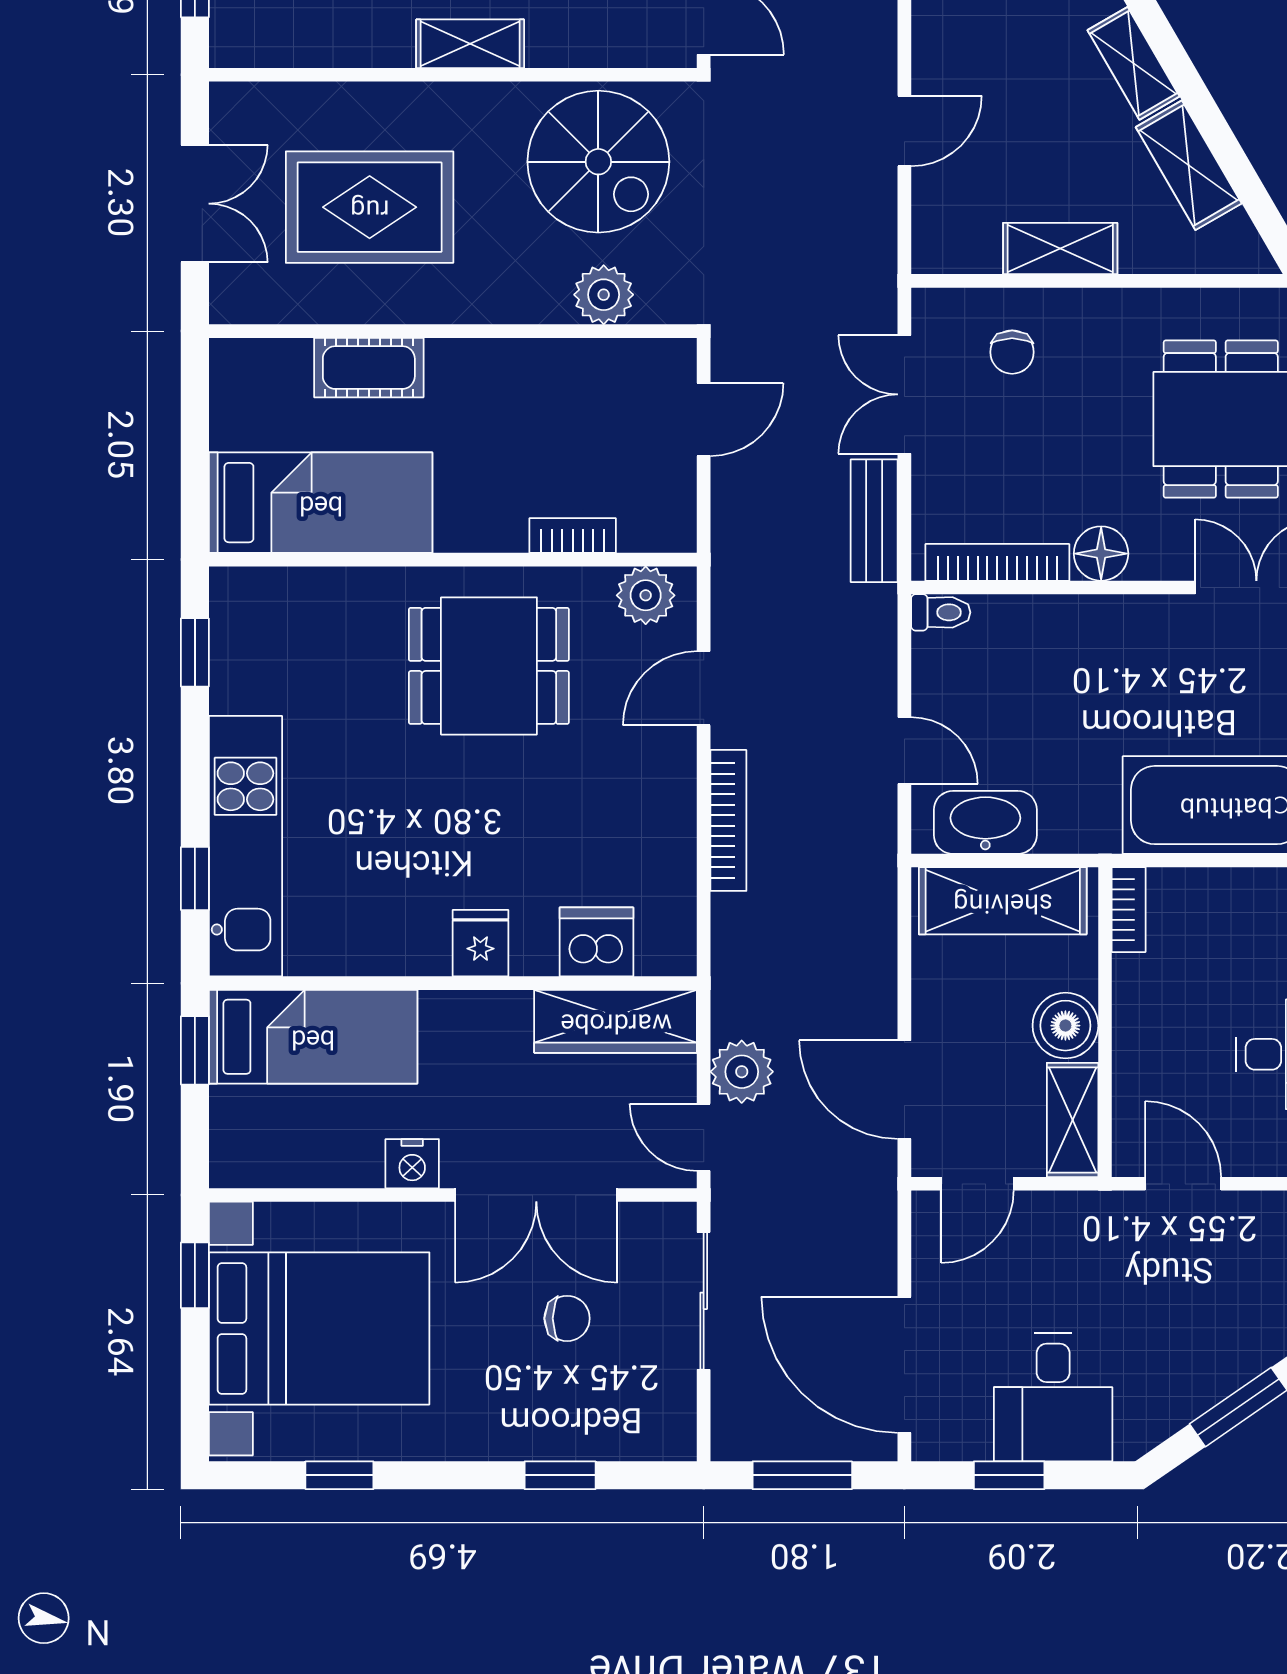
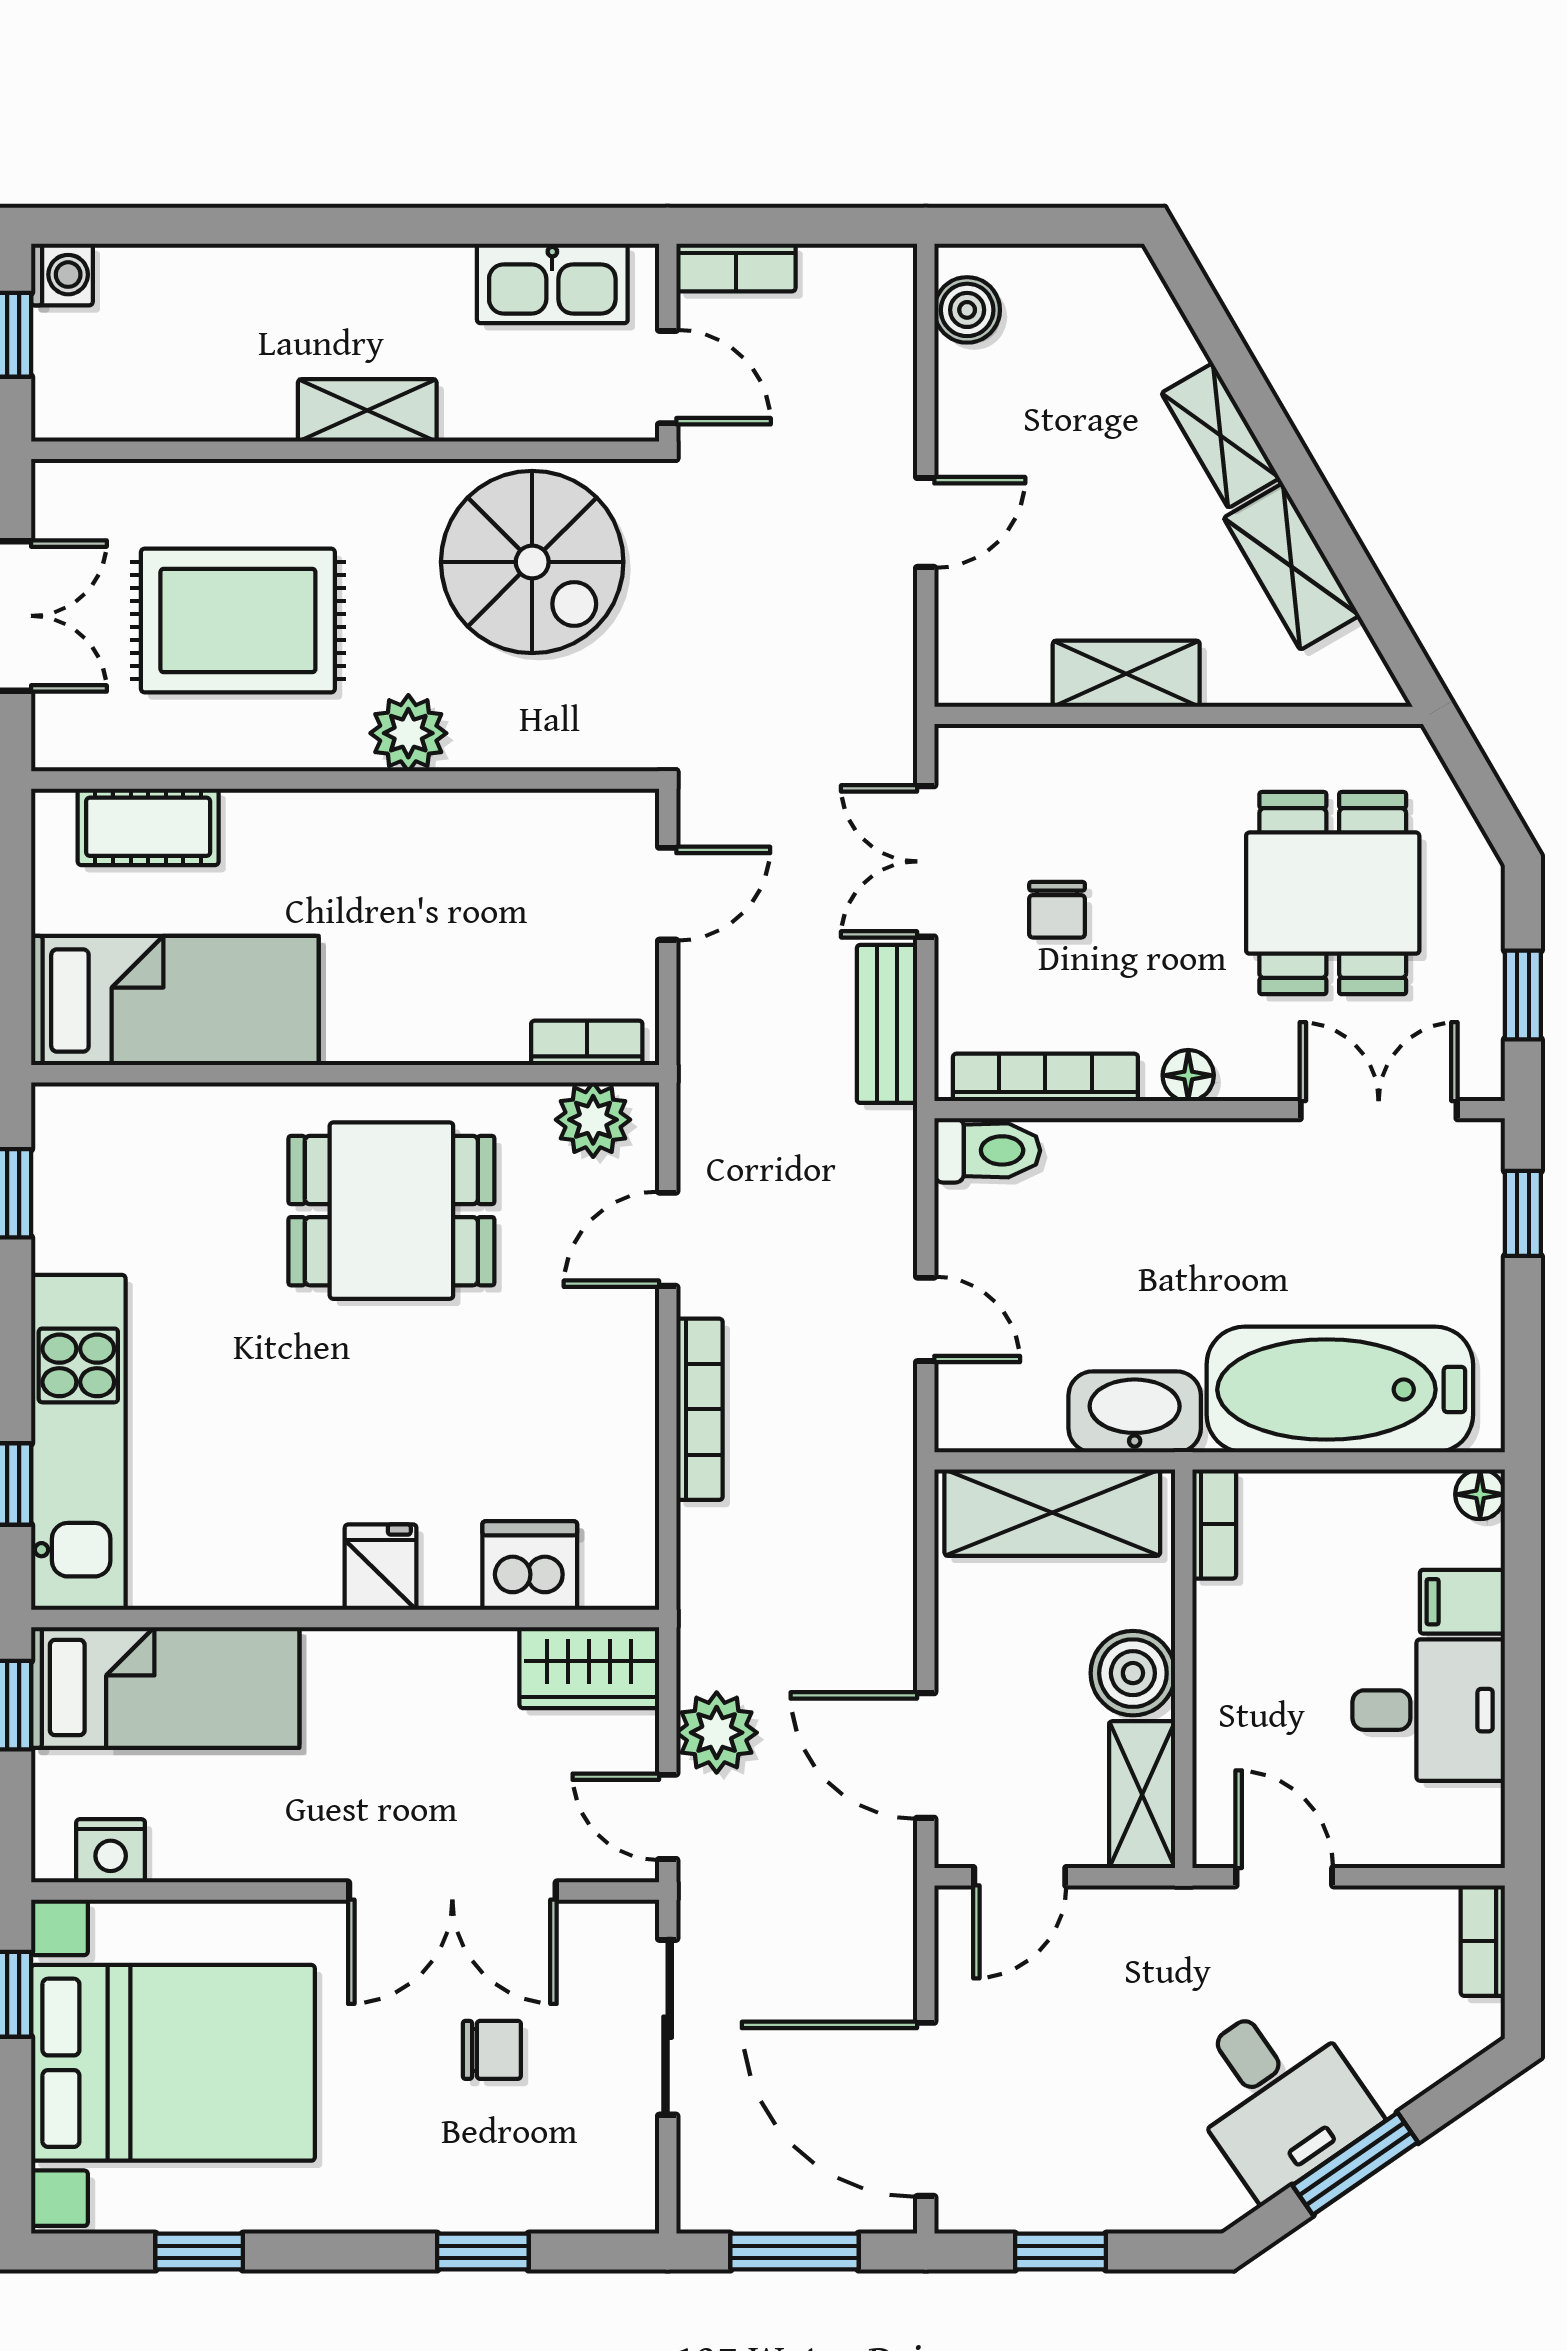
plant: (604, 295) -> (408, 733), moved
chair: (1012, 352) -> (1057, 910), moved
cot: (369, 368) -> (148, 827), moved
bookcase: (573, 536) -> (587, 1043), moved
floor lamp: (1101, 554) -> (1188, 1075), width x0.73, depth x0.73
toilet: (941, 612) -> (987, 1150), width x1.37, depth x1.39
washbasin: (985, 822) -> (1135, 1412), moved
wardrobe: (616, 1021) -> (589, 1668), width x0.67
nightstand: (412, 1164) -> (111, 1851), moved
desk: (1053, 1397) -> (1277, 2096), moved, turned -35

